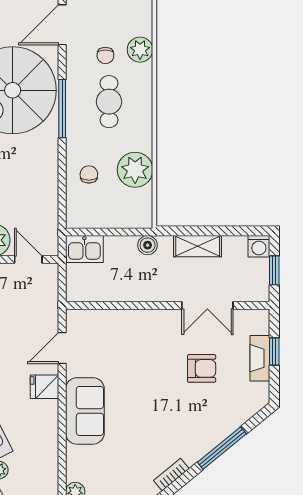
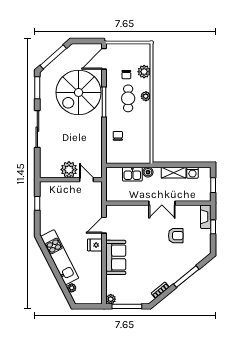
plant: (135, 170) -> (146, 96), moved, width x0.53, depth x0.53
washing machine: (259, 246) -> (192, 173), moved
kitchen sink: (84, 249) -> (132, 174), moved
double door: (207, 305) -> (162, 203), moved
fireplace: (260, 358) -> (206, 217), moved

